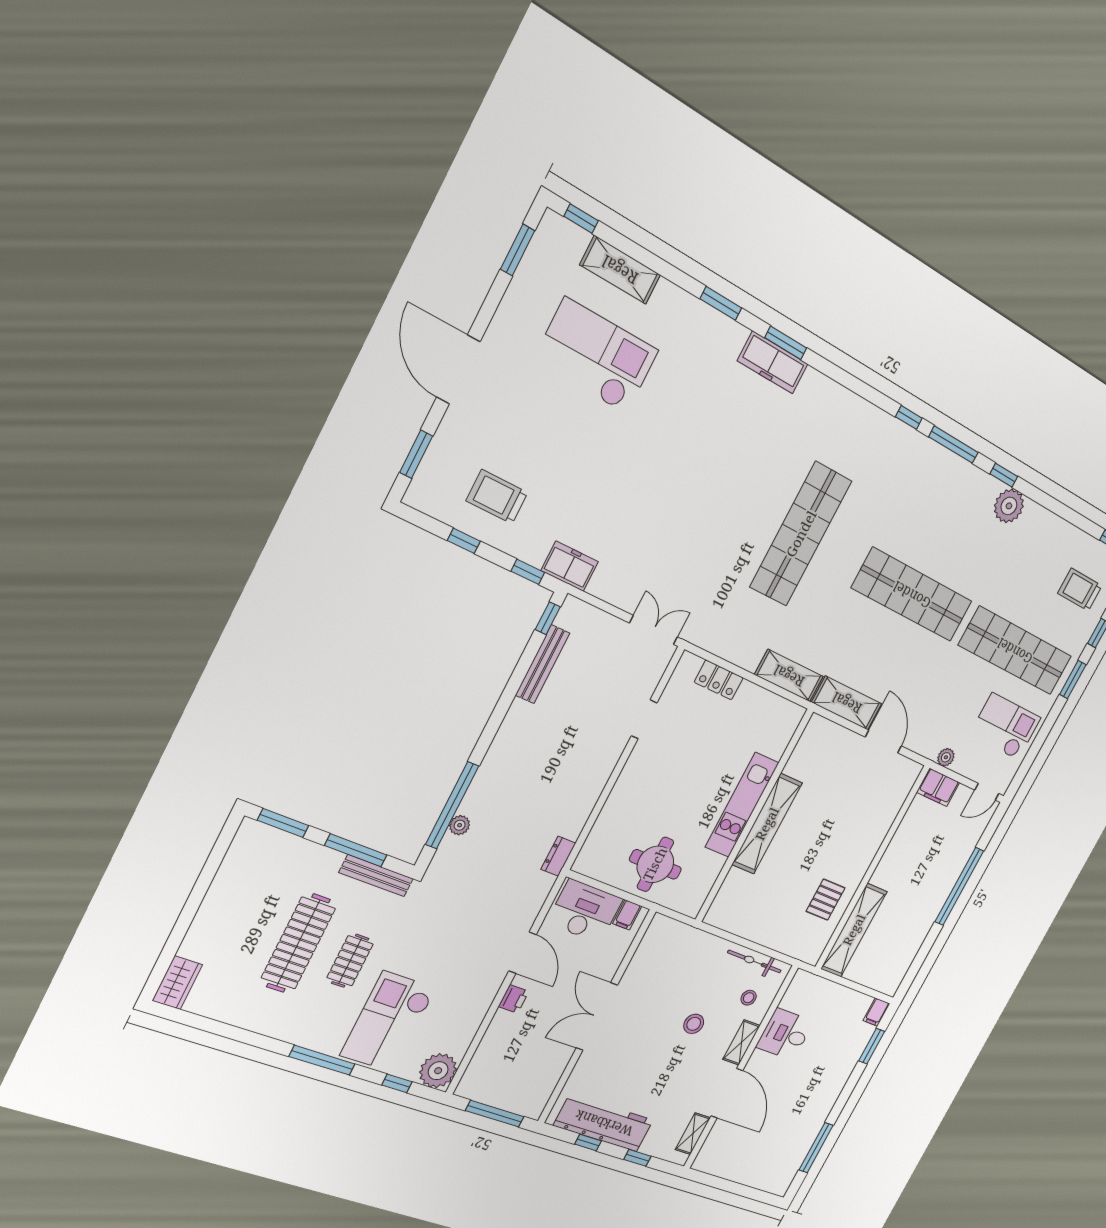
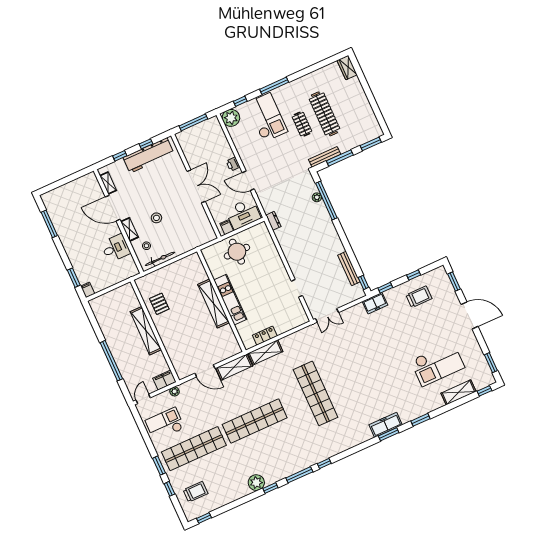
locker: (719, 680) -> (265, 336), moved
checkout: (1005, 726) -> (165, 424), turned 180
shelving: (854, 930) -> (146, 331), moved

